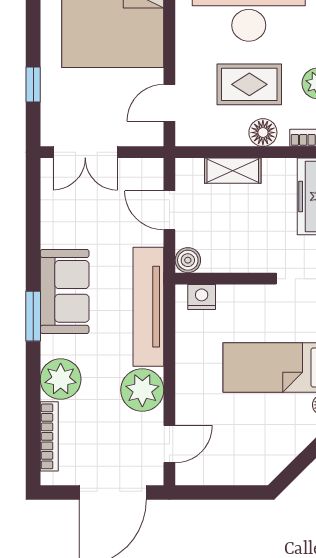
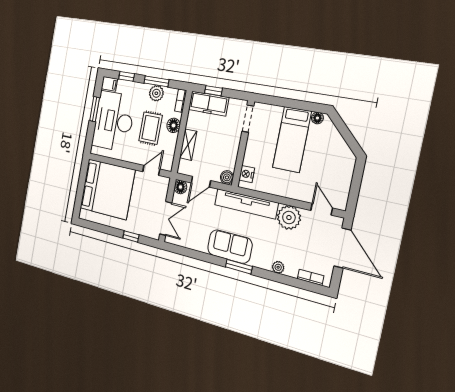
door: (169, 103) -> (151, 170), swing flipped
floor lamp: (151, 171) -> (180, 187), added
plant: (61, 379) -> (278, 267), width x0.53, depth x0.53
bookcase: (49, 436) -> (311, 277), width x0.64

